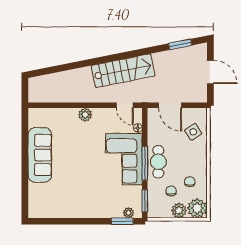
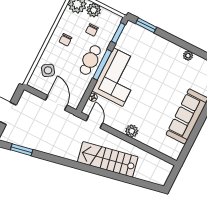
stairs: (123, 71) -> (108, 159), moved
chair: (190, 182) -> (65, 40), moved
plant: (129, 213) -> (188, 56), moved

